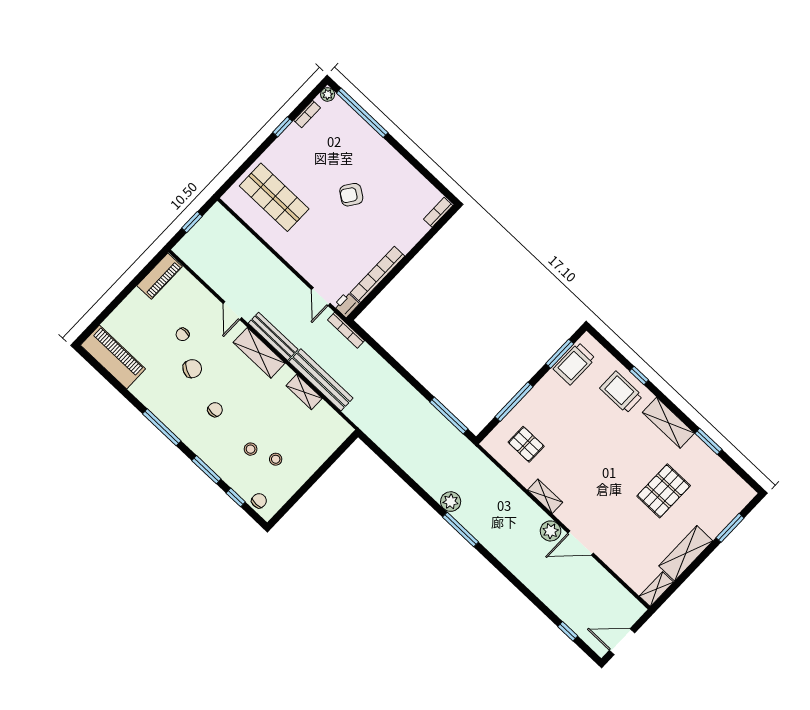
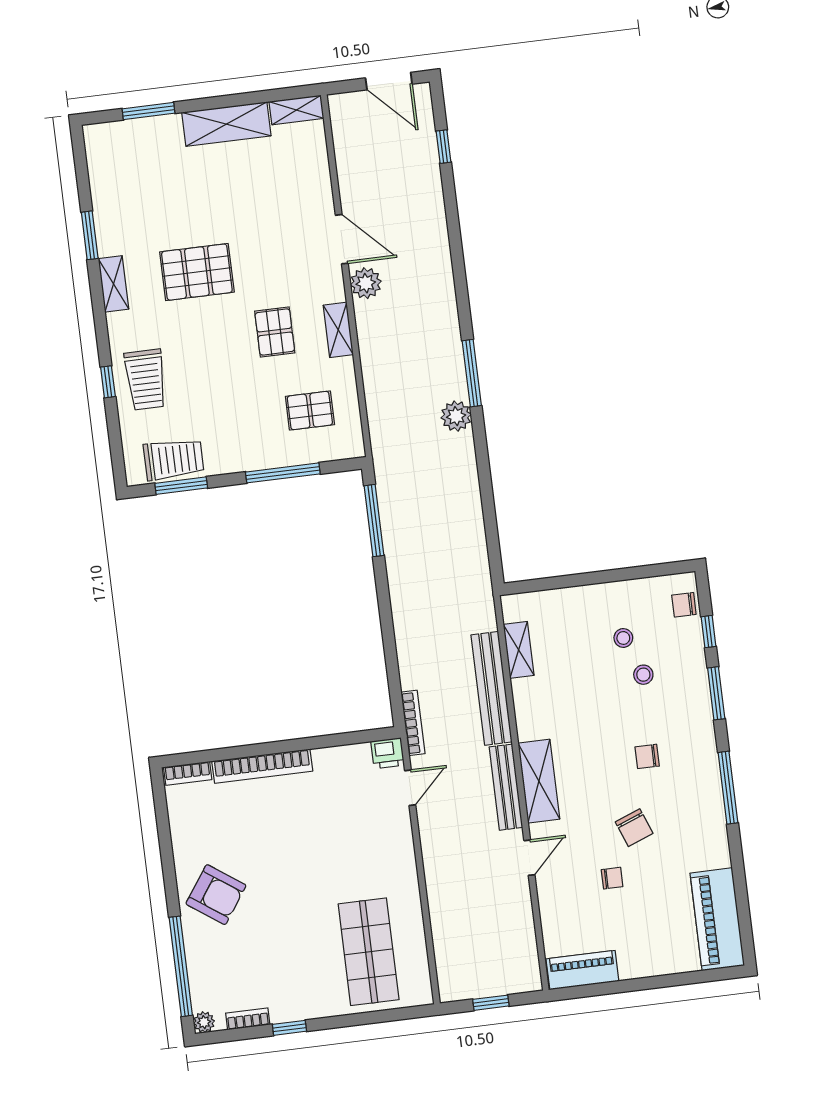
armchair: (351, 195) -> (216, 895), moved, width x1.38, depth x1.38
bookcase: (377, 274) -> (262, 766), moved
chair: (192, 369) -> (634, 828), turned -138
shelving: (304, 392) -> (519, 650), moved
shelving: (668, 423) -> (114, 284), width x0.67, depth x0.75
pallet: (526, 444) -> (310, 411), turned 90
pallet: (576, 469) -> (275, 332), added
pallet: (664, 491) -> (197, 272), moved

